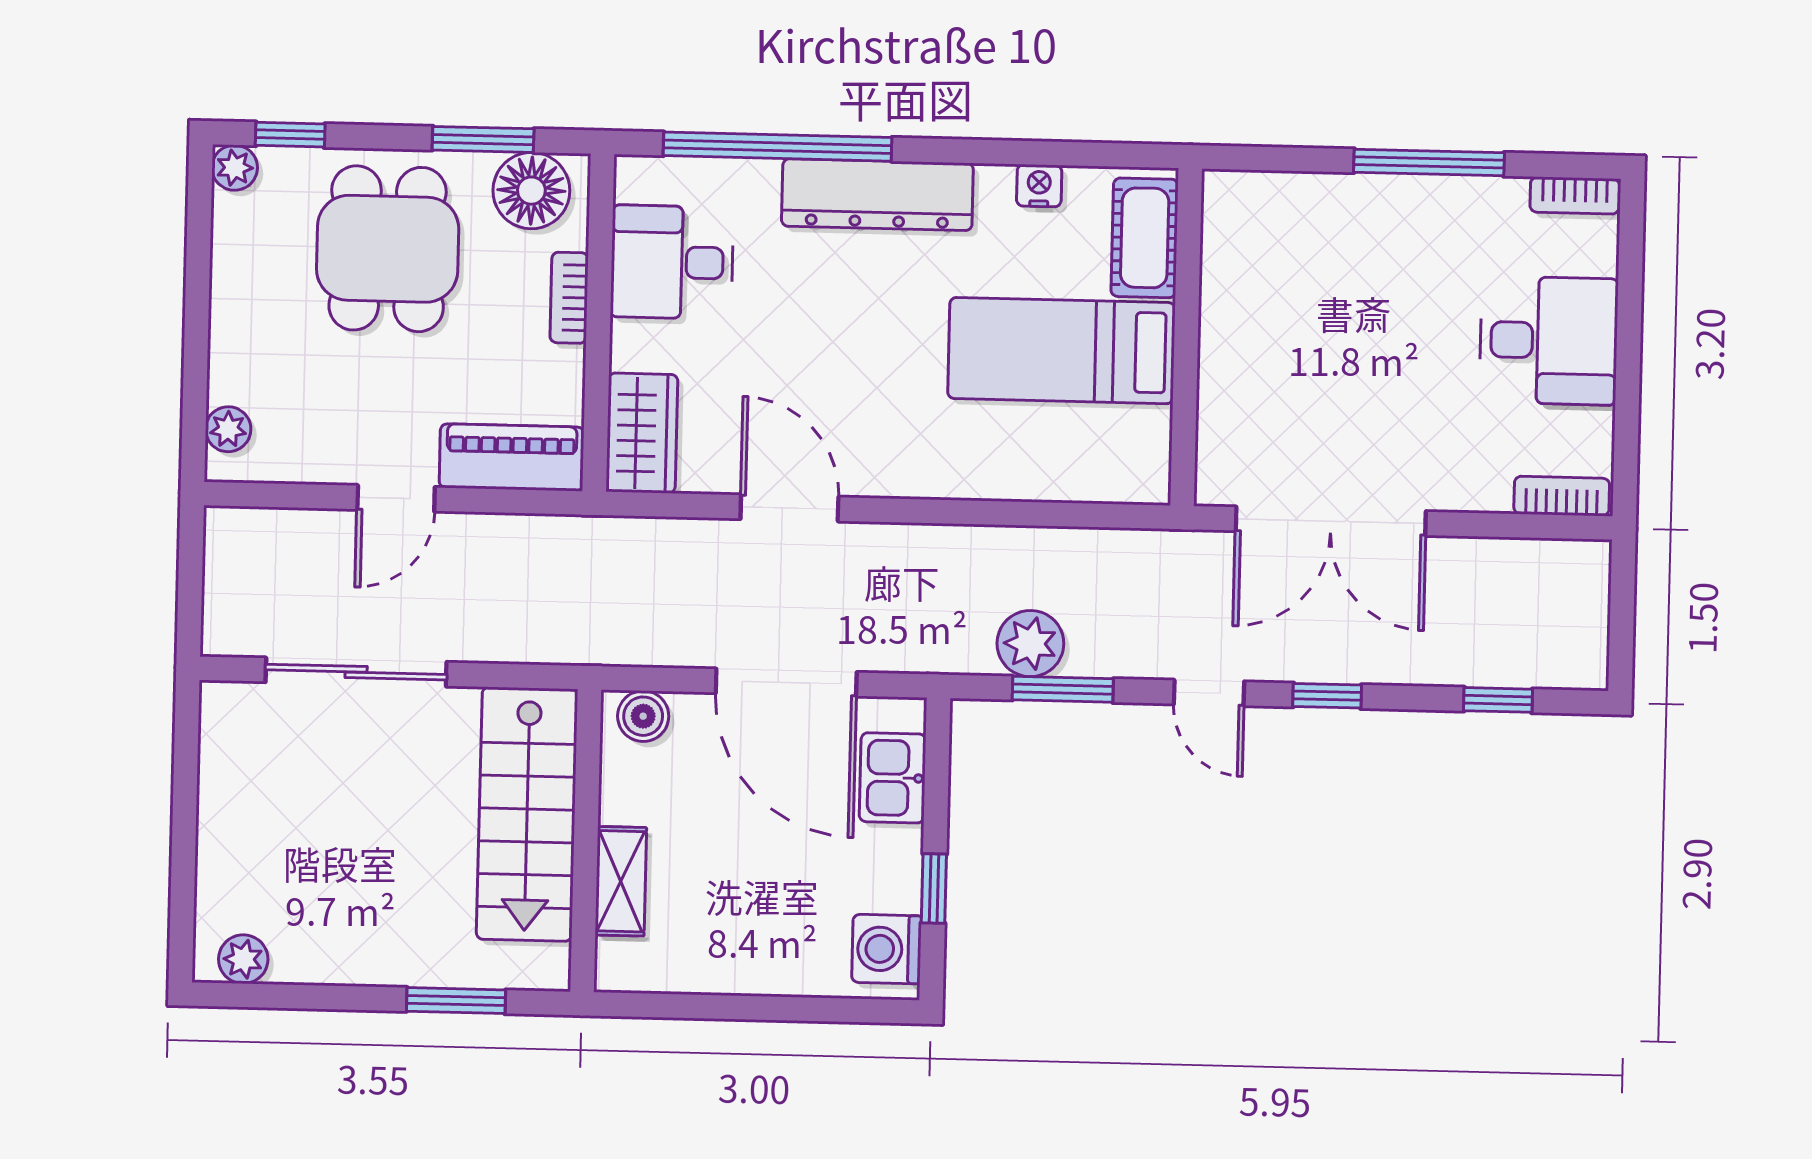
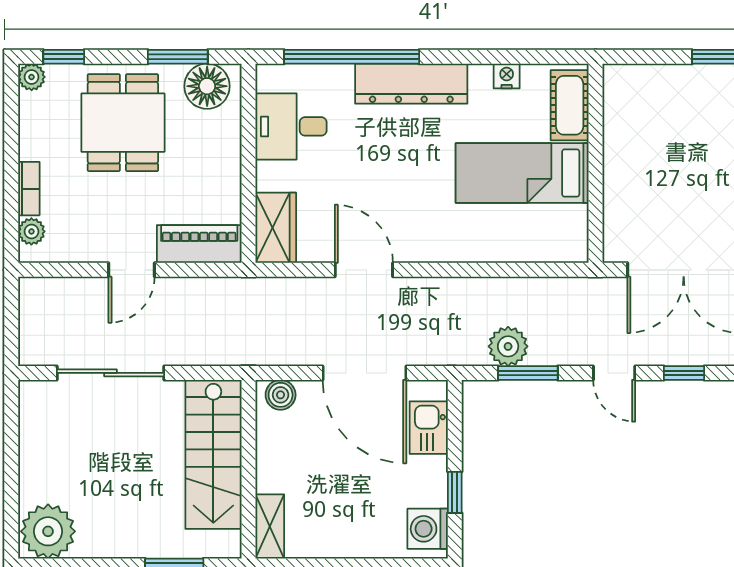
bookcase: (569, 298) -> (29, 189), moved, turned 180
shelving: (621, 881) -> (270, 526), moved
plant: (243, 959) -> (48, 531), width x1.87, depth x1.87

